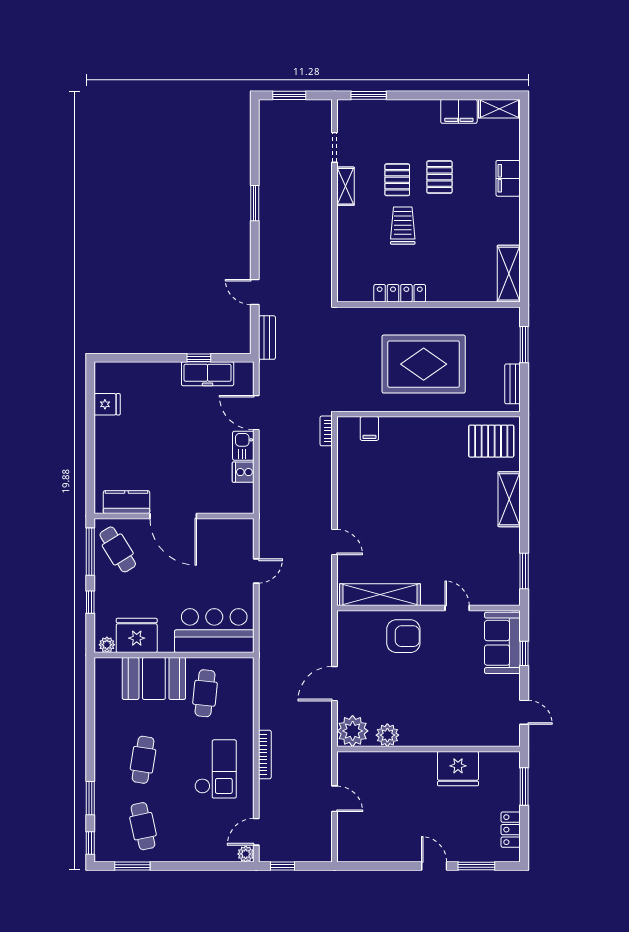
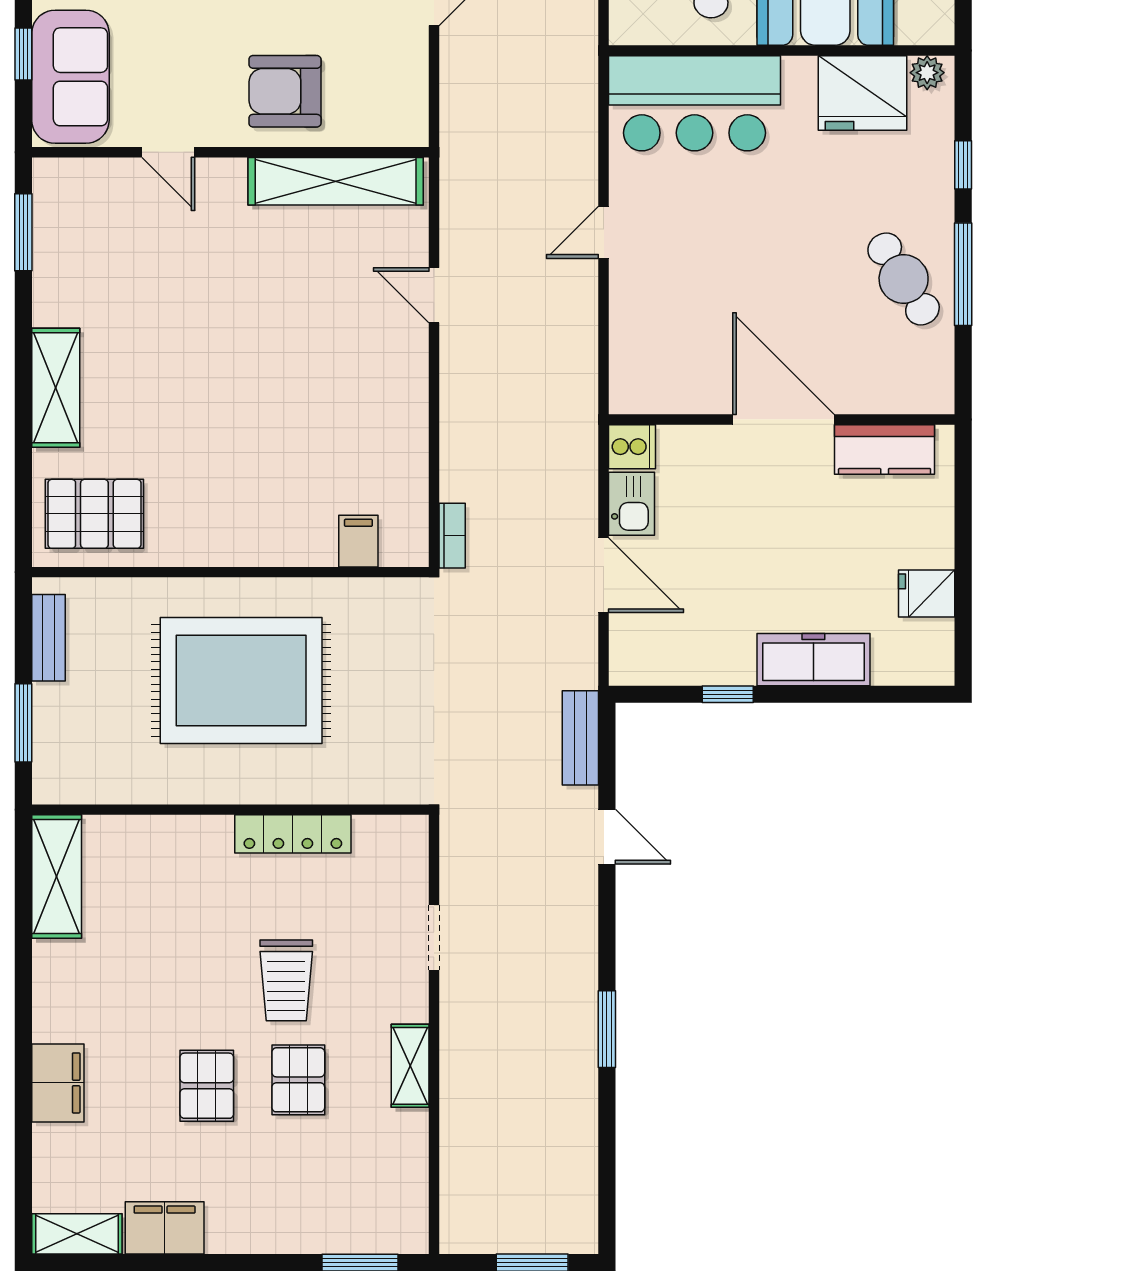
doorway: (335, 147) -> (434, 937), moved
freezer: (208, 374) -> (813, 660), moved
kitchen counter: (126, 502) -> (885, 449), moved
door: (173, 516) -> (783, 419), moved
wall: (174, 516) -> (782, 419), moved

